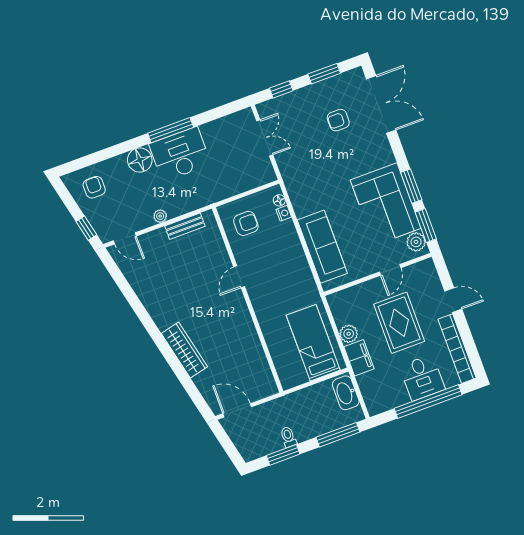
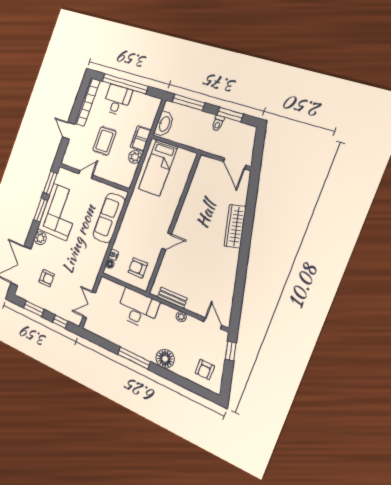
desk: (180, 154) -> (138, 309), moved, turned 180
plant: (416, 242) -> (40, 238), moved
rug: (399, 323) -> (104, 141), width x0.73, depth x0.70

